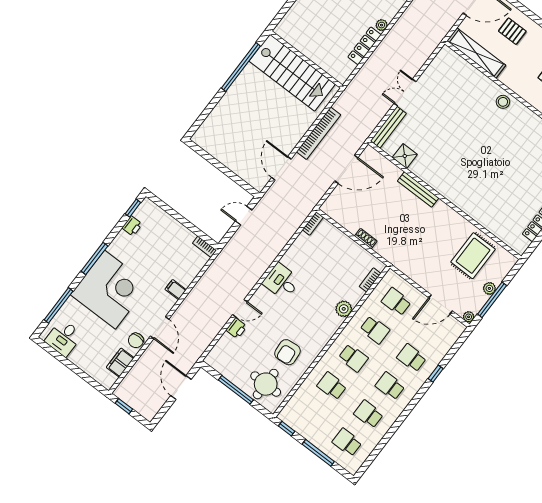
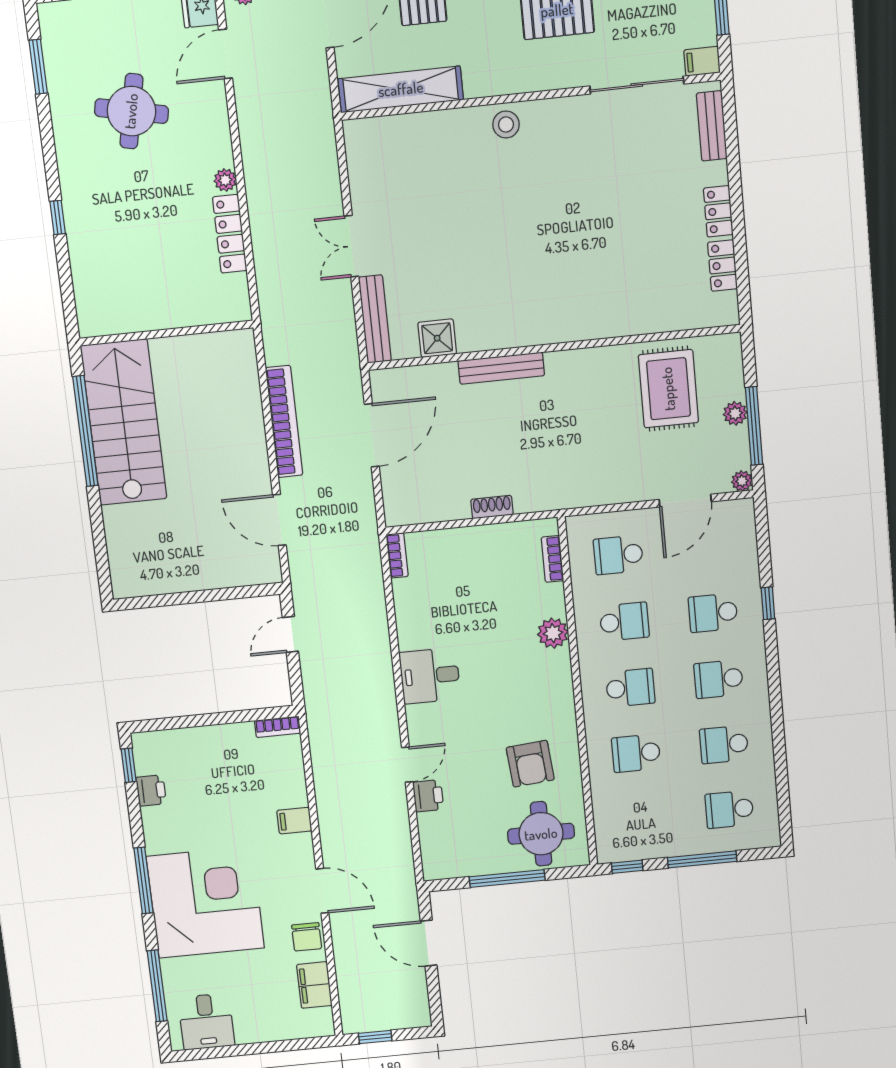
stairs: (292, 73) -> (124, 422), moved, turned -90

